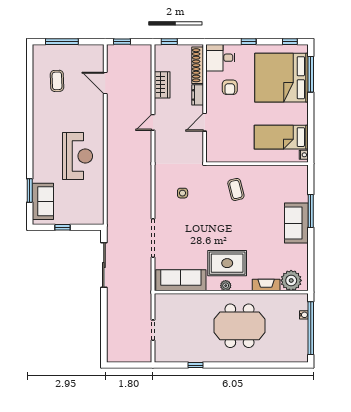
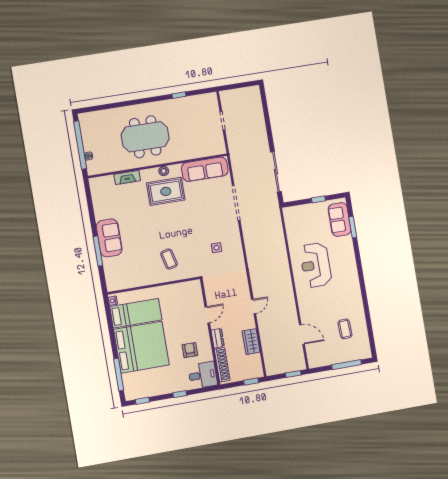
bed: (281, 78) -> (141, 347), moved
plant: (291, 280) -> (105, 185), removed

